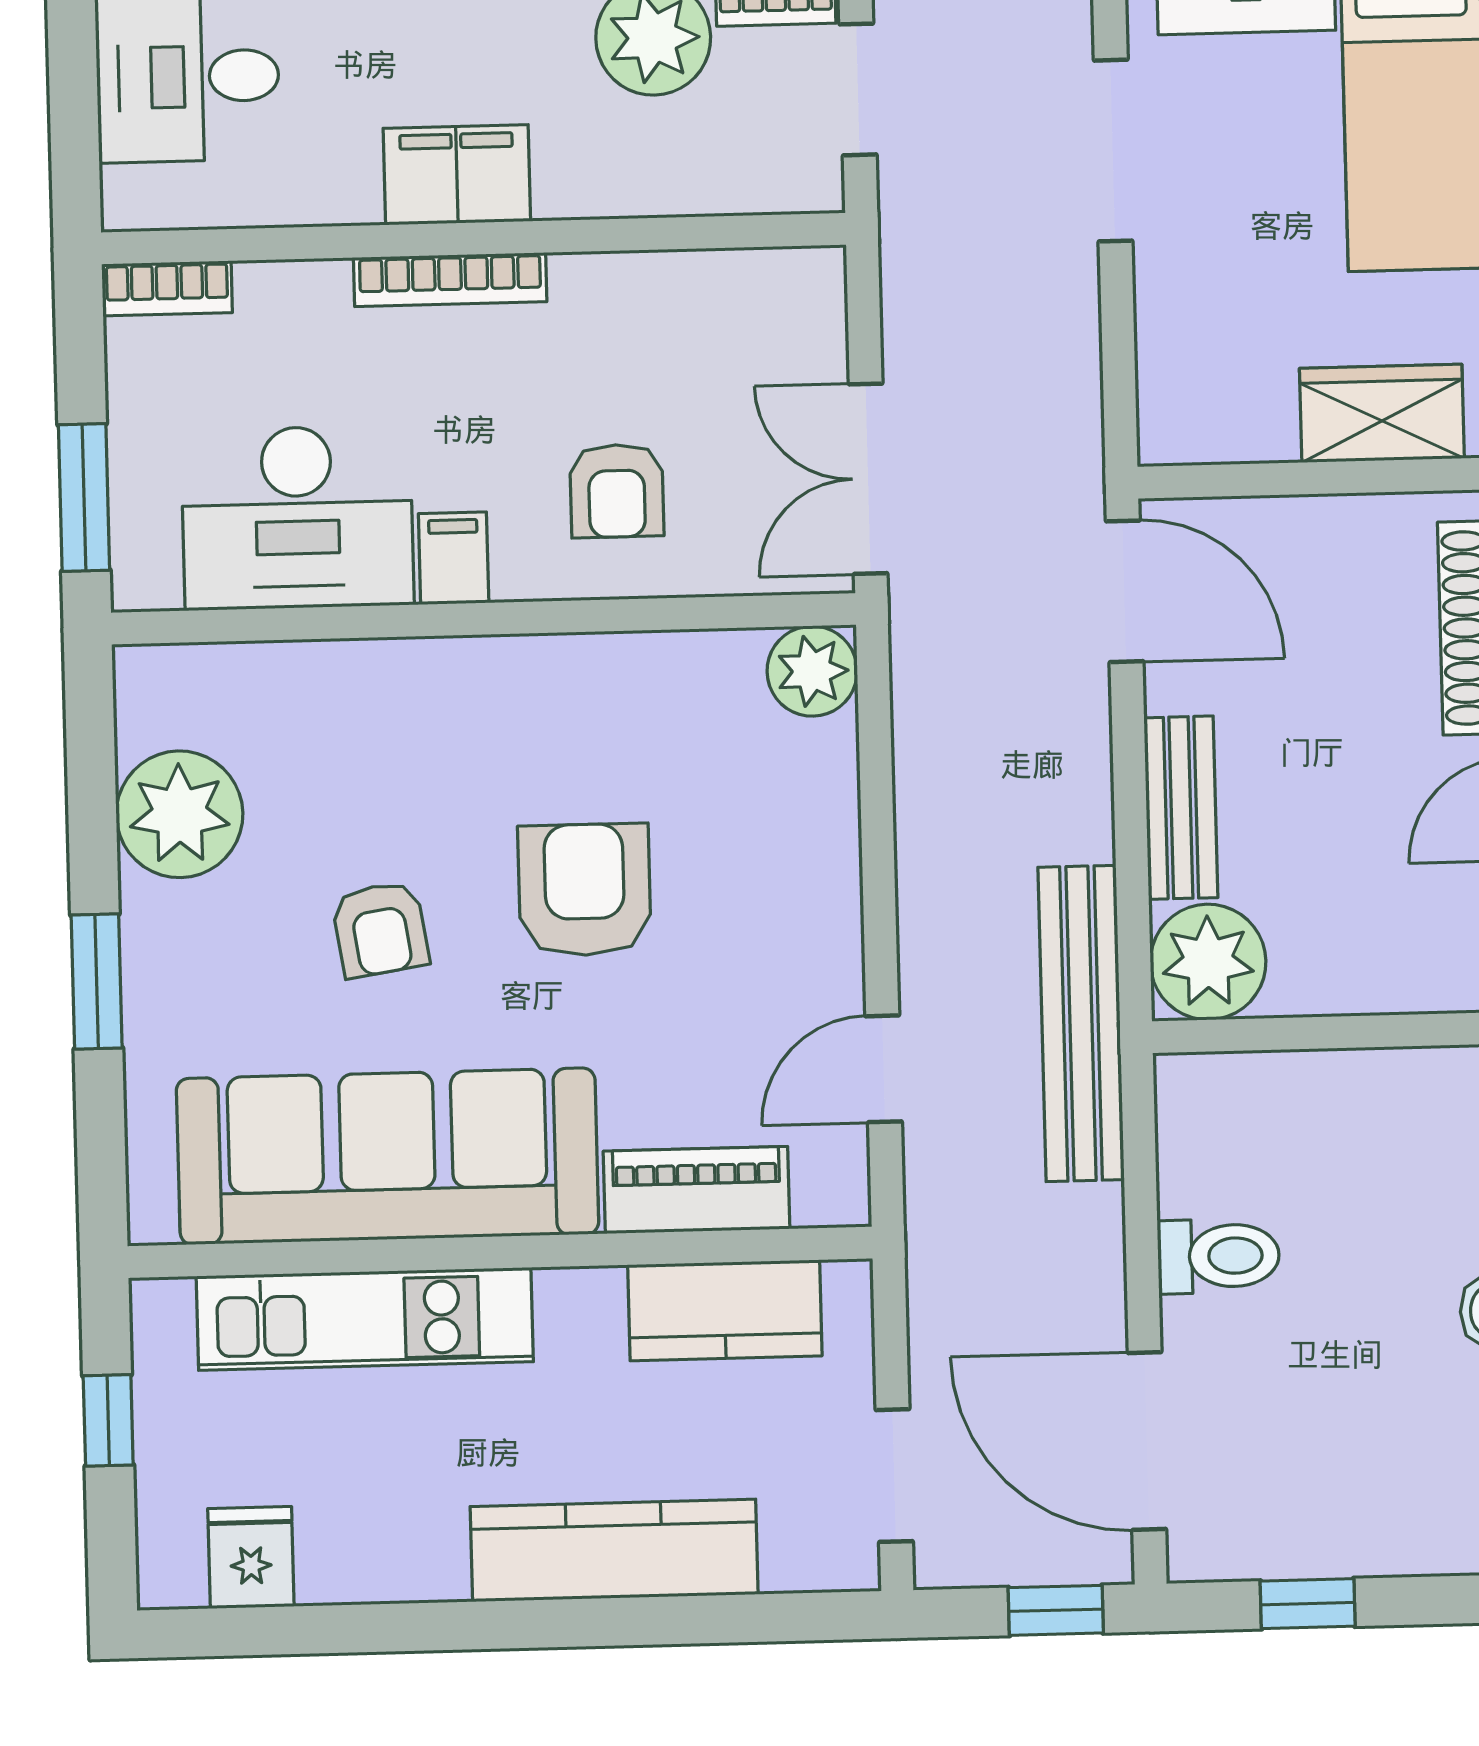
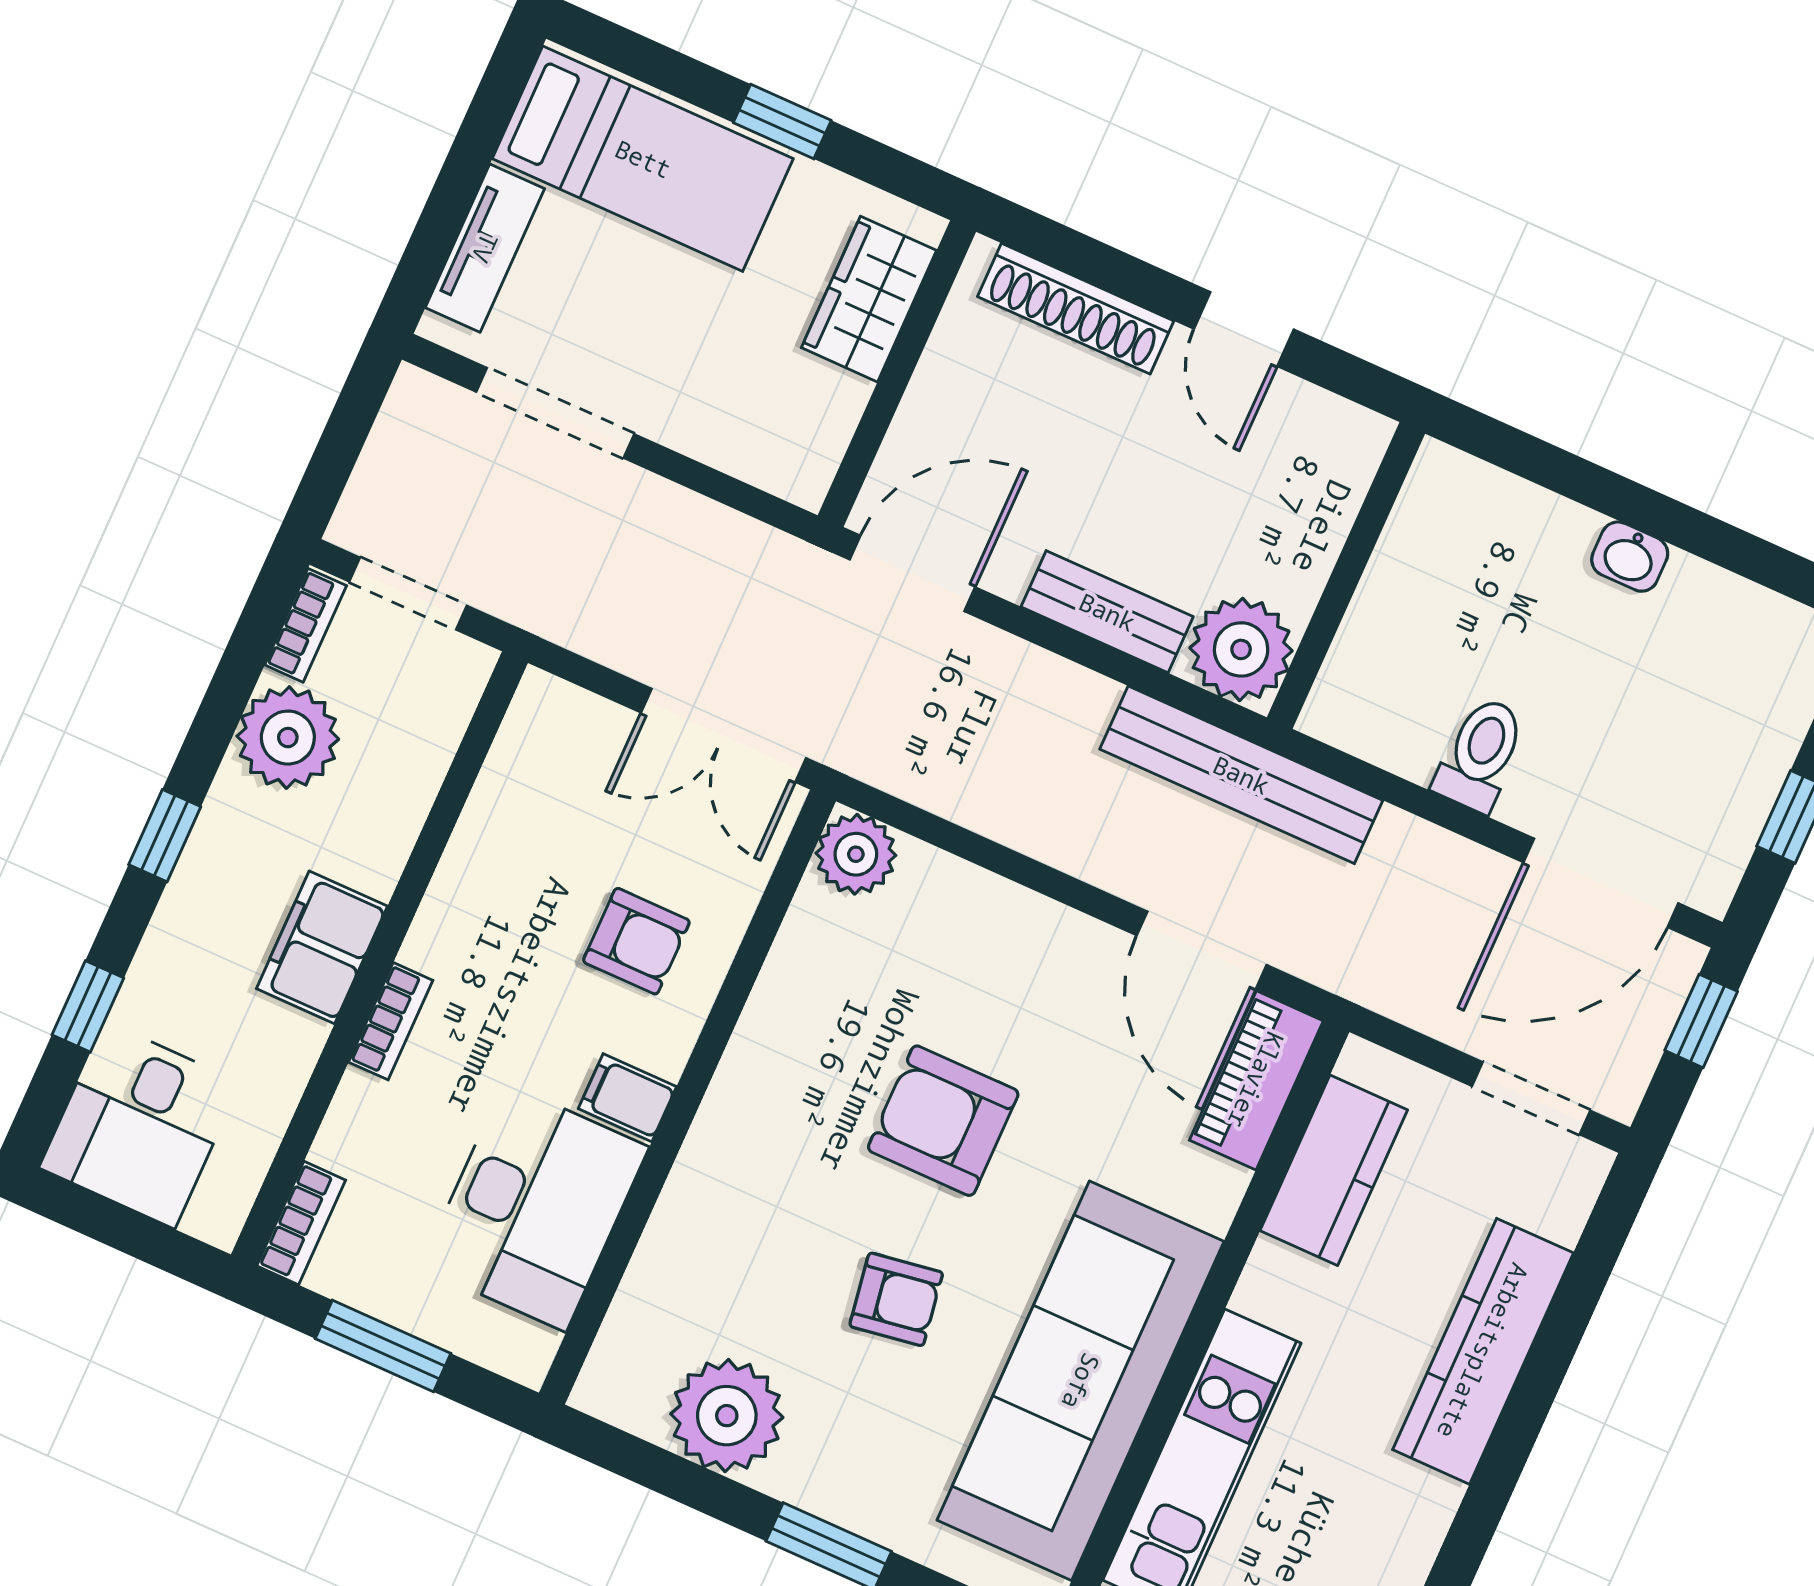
bookcase: (450, 280) -> (391, 1021), width x0.64
window: (84, 498) -> (383, 1346), moved
door: (884, 1069) -> (1202, 950), width x1.38
piano: (697, 1190) -> (1256, 1080), moved

